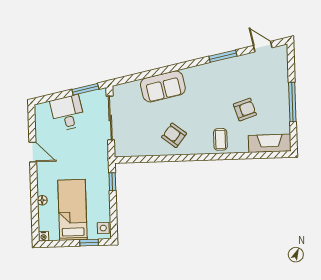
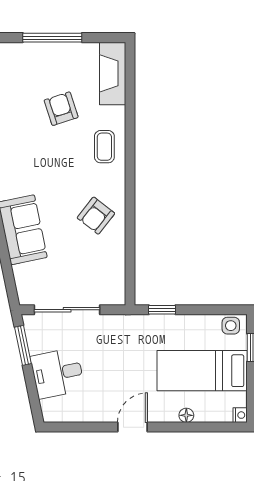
coffee table: (220, 139) -> (104, 147), turned 90
door: (33, 152) -> (132, 427), moved

